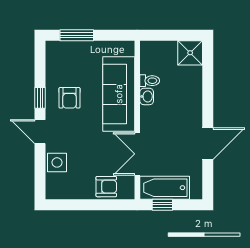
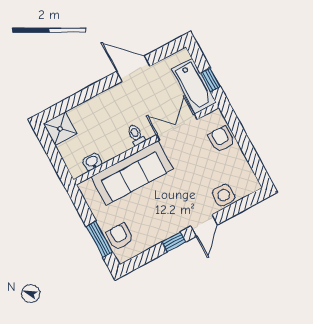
toilet: (150, 81) -> (136, 135), moved
washbasin: (147, 96) -> (92, 162), moved
armchair: (70, 98) -> (120, 236), moved, turned -90
double door: (137, 154) -> (177, 127), swing flipped

